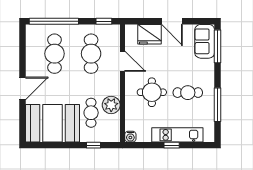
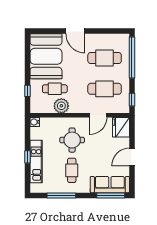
fridge: (149, 34) -> (121, 127), moved
sofa: (205, 41) -> (110, 185), width x1.36

